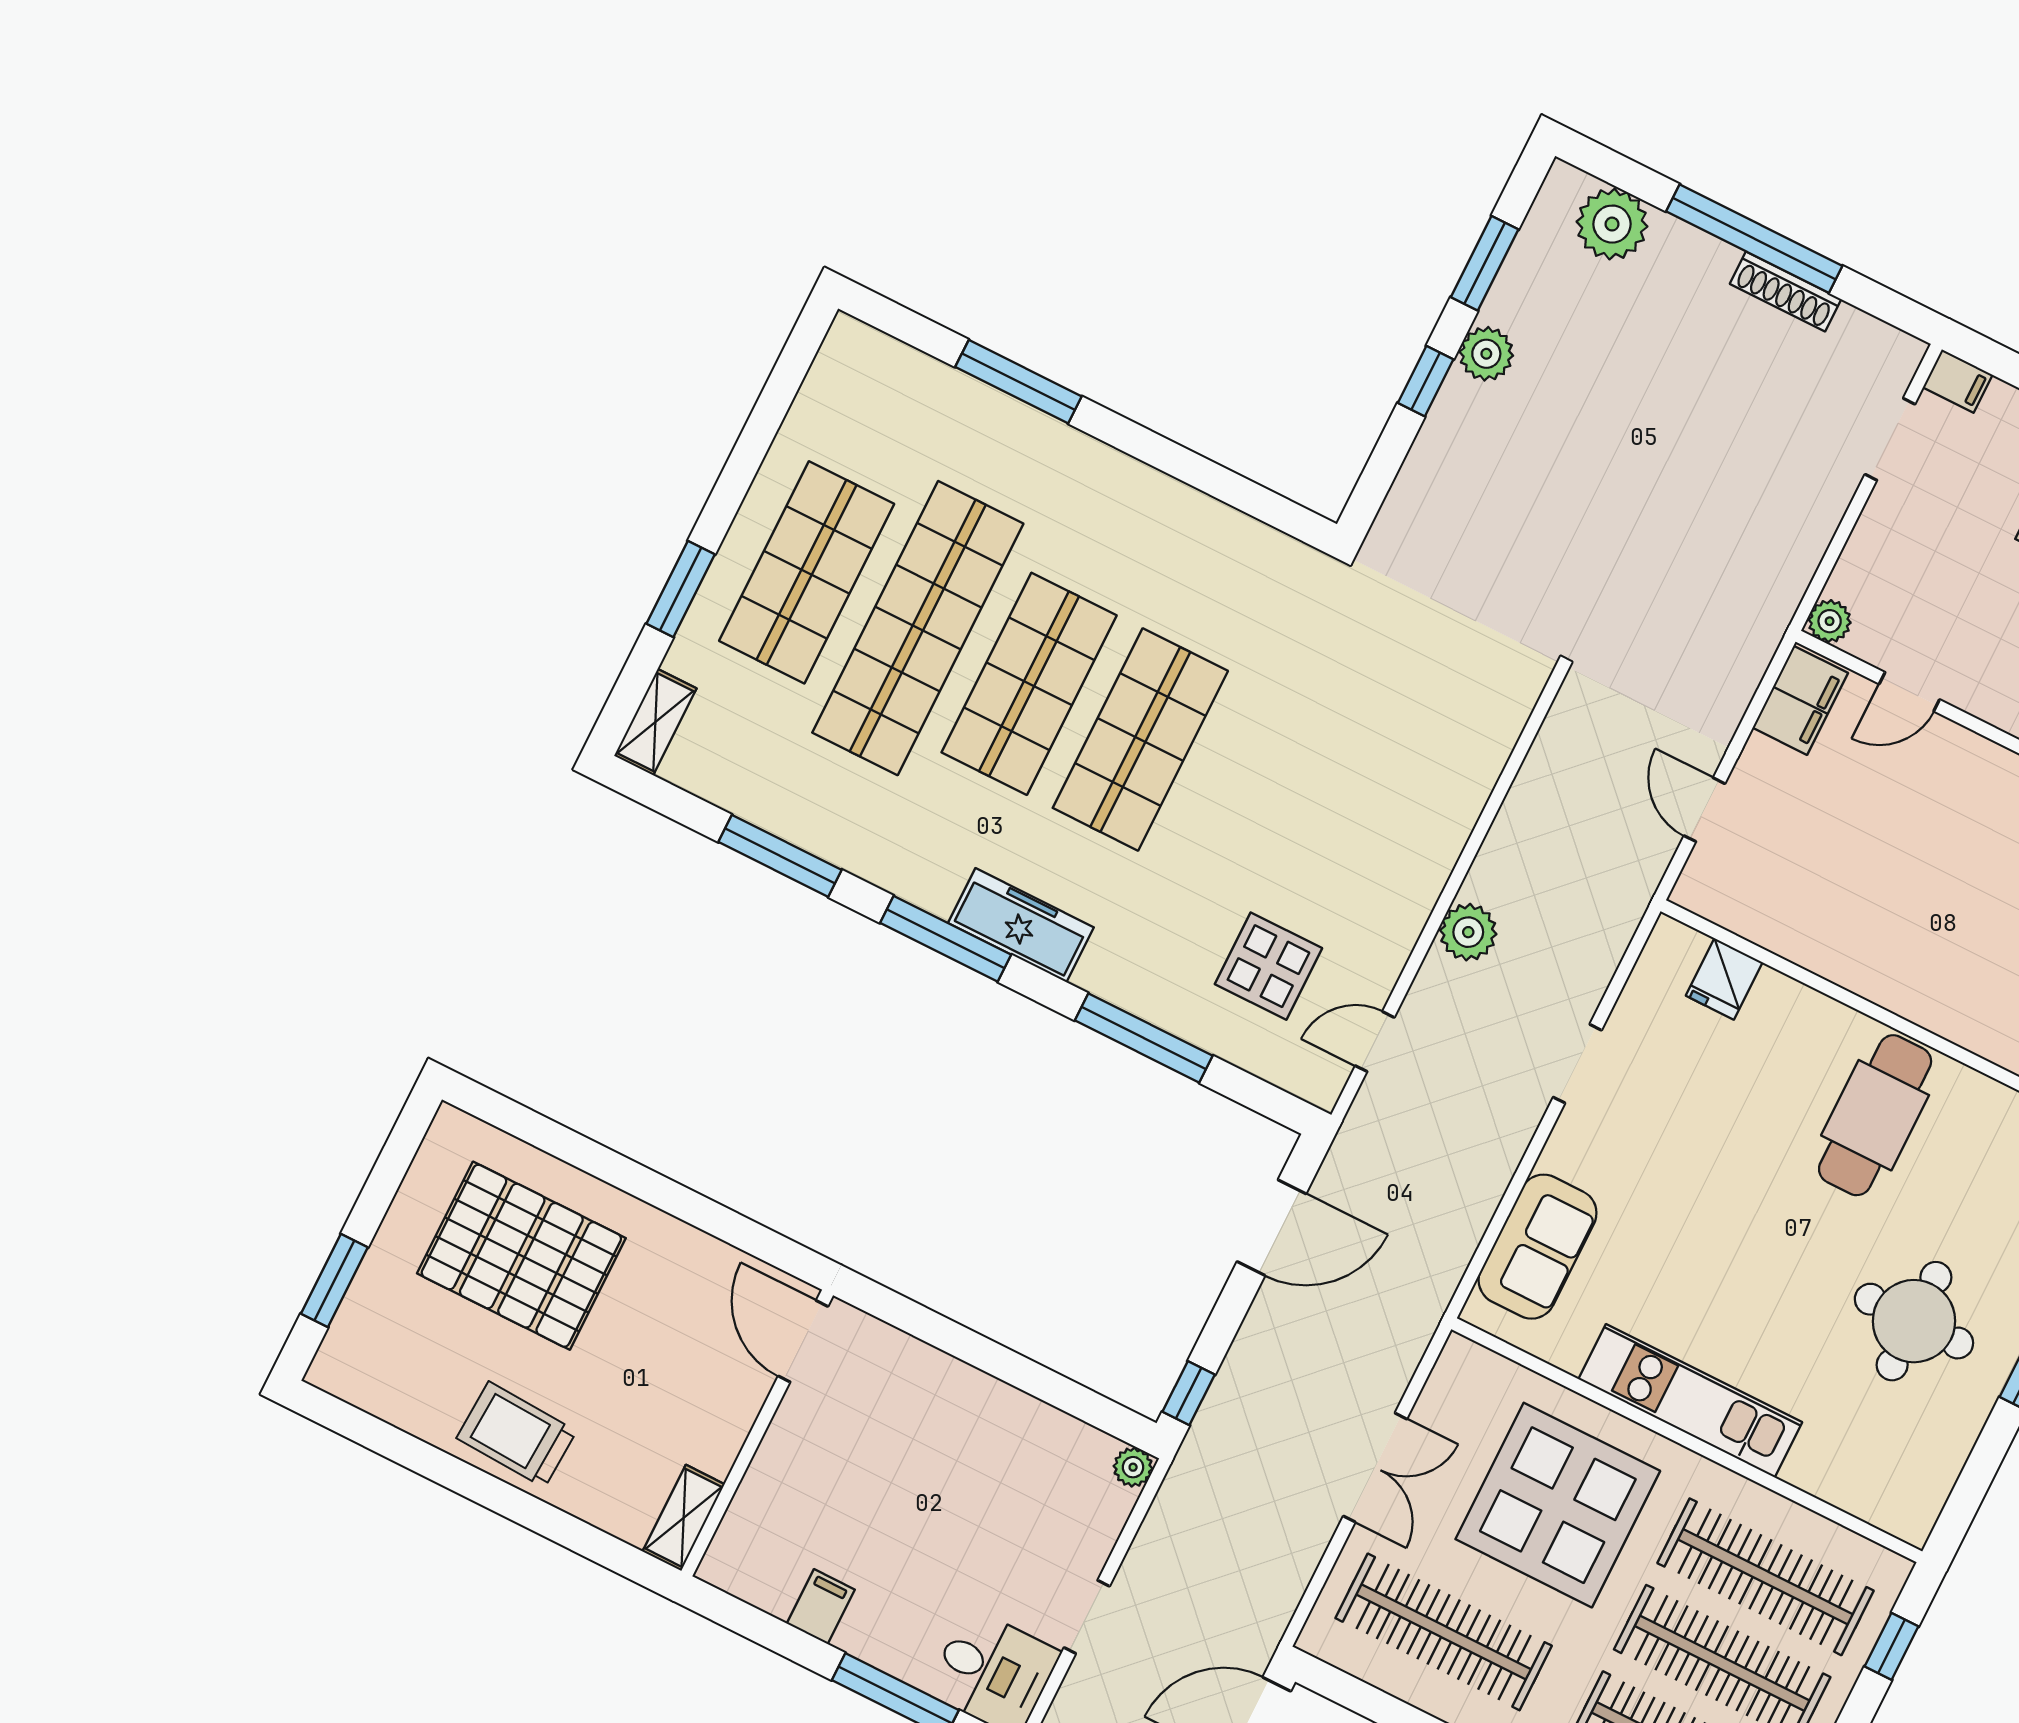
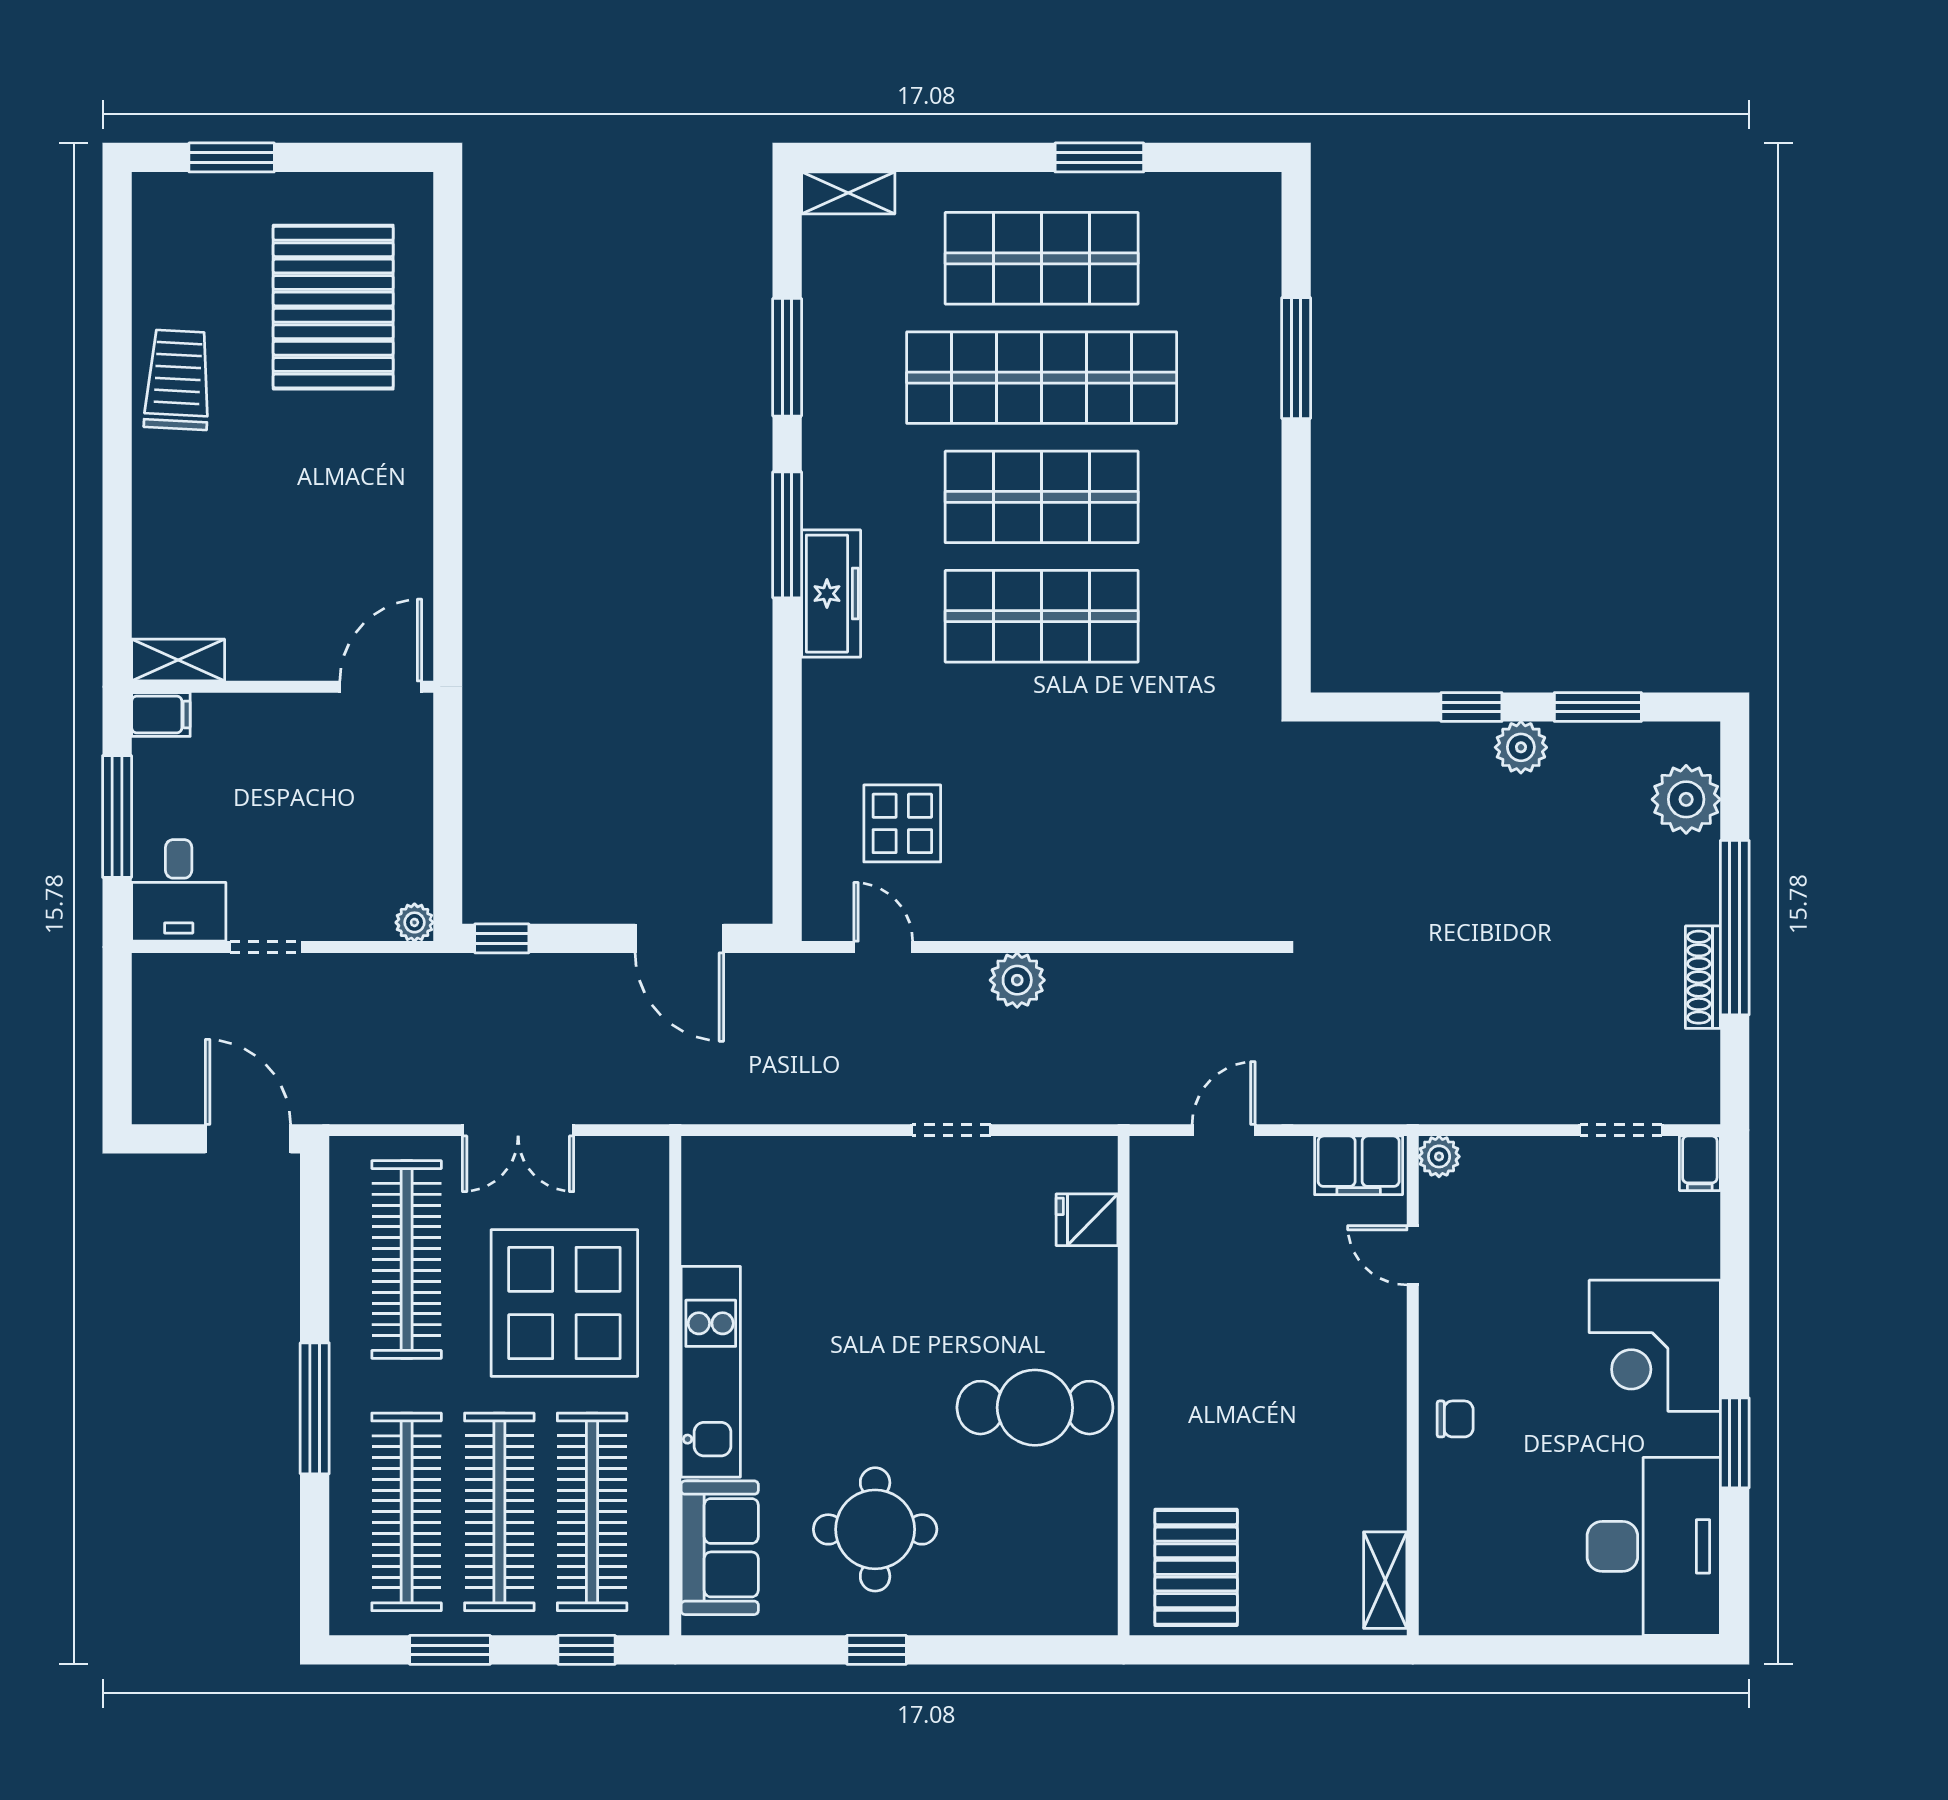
window: (681, 589) -> (1099, 157), moved
window: (1144, 1038) -> (787, 747), removed
sofa: (1538, 1247) -> (720, 1548), moved, turned -90
door: (803, 1341) -> (381, 687), moved
wall: (757, 1433) -> (282, 687), moved
shelving: (684, 1518) -> (178, 660), moved

